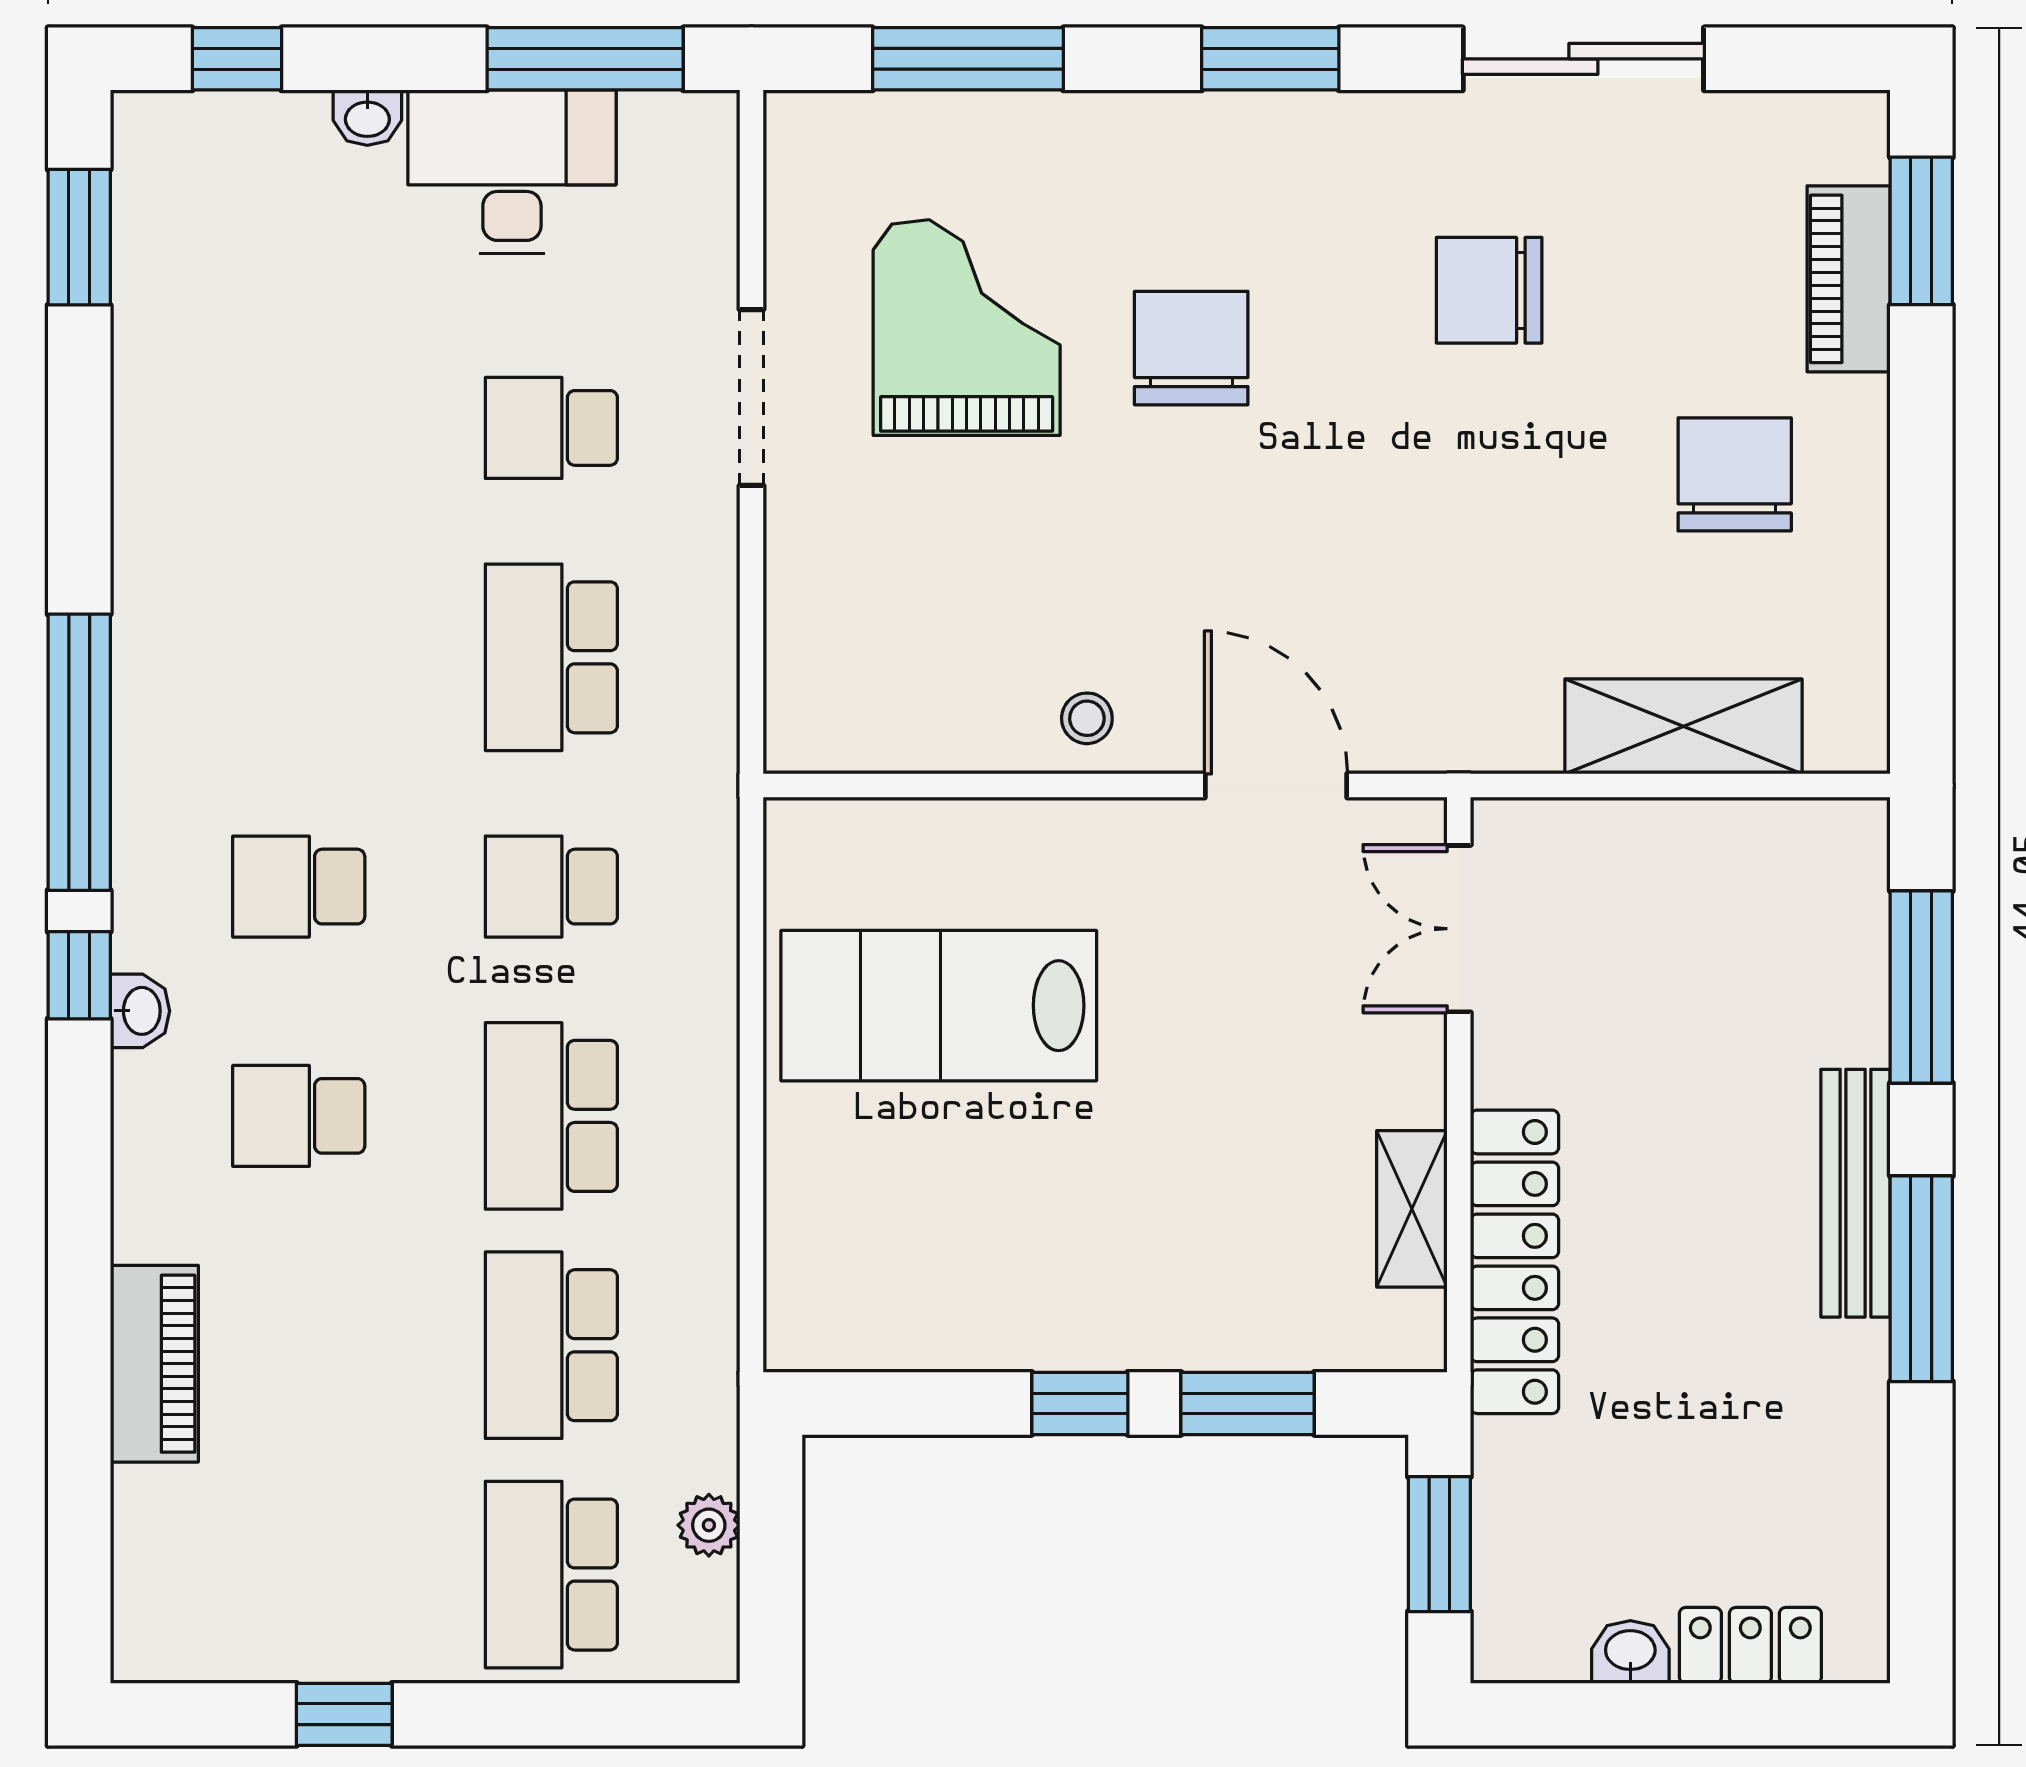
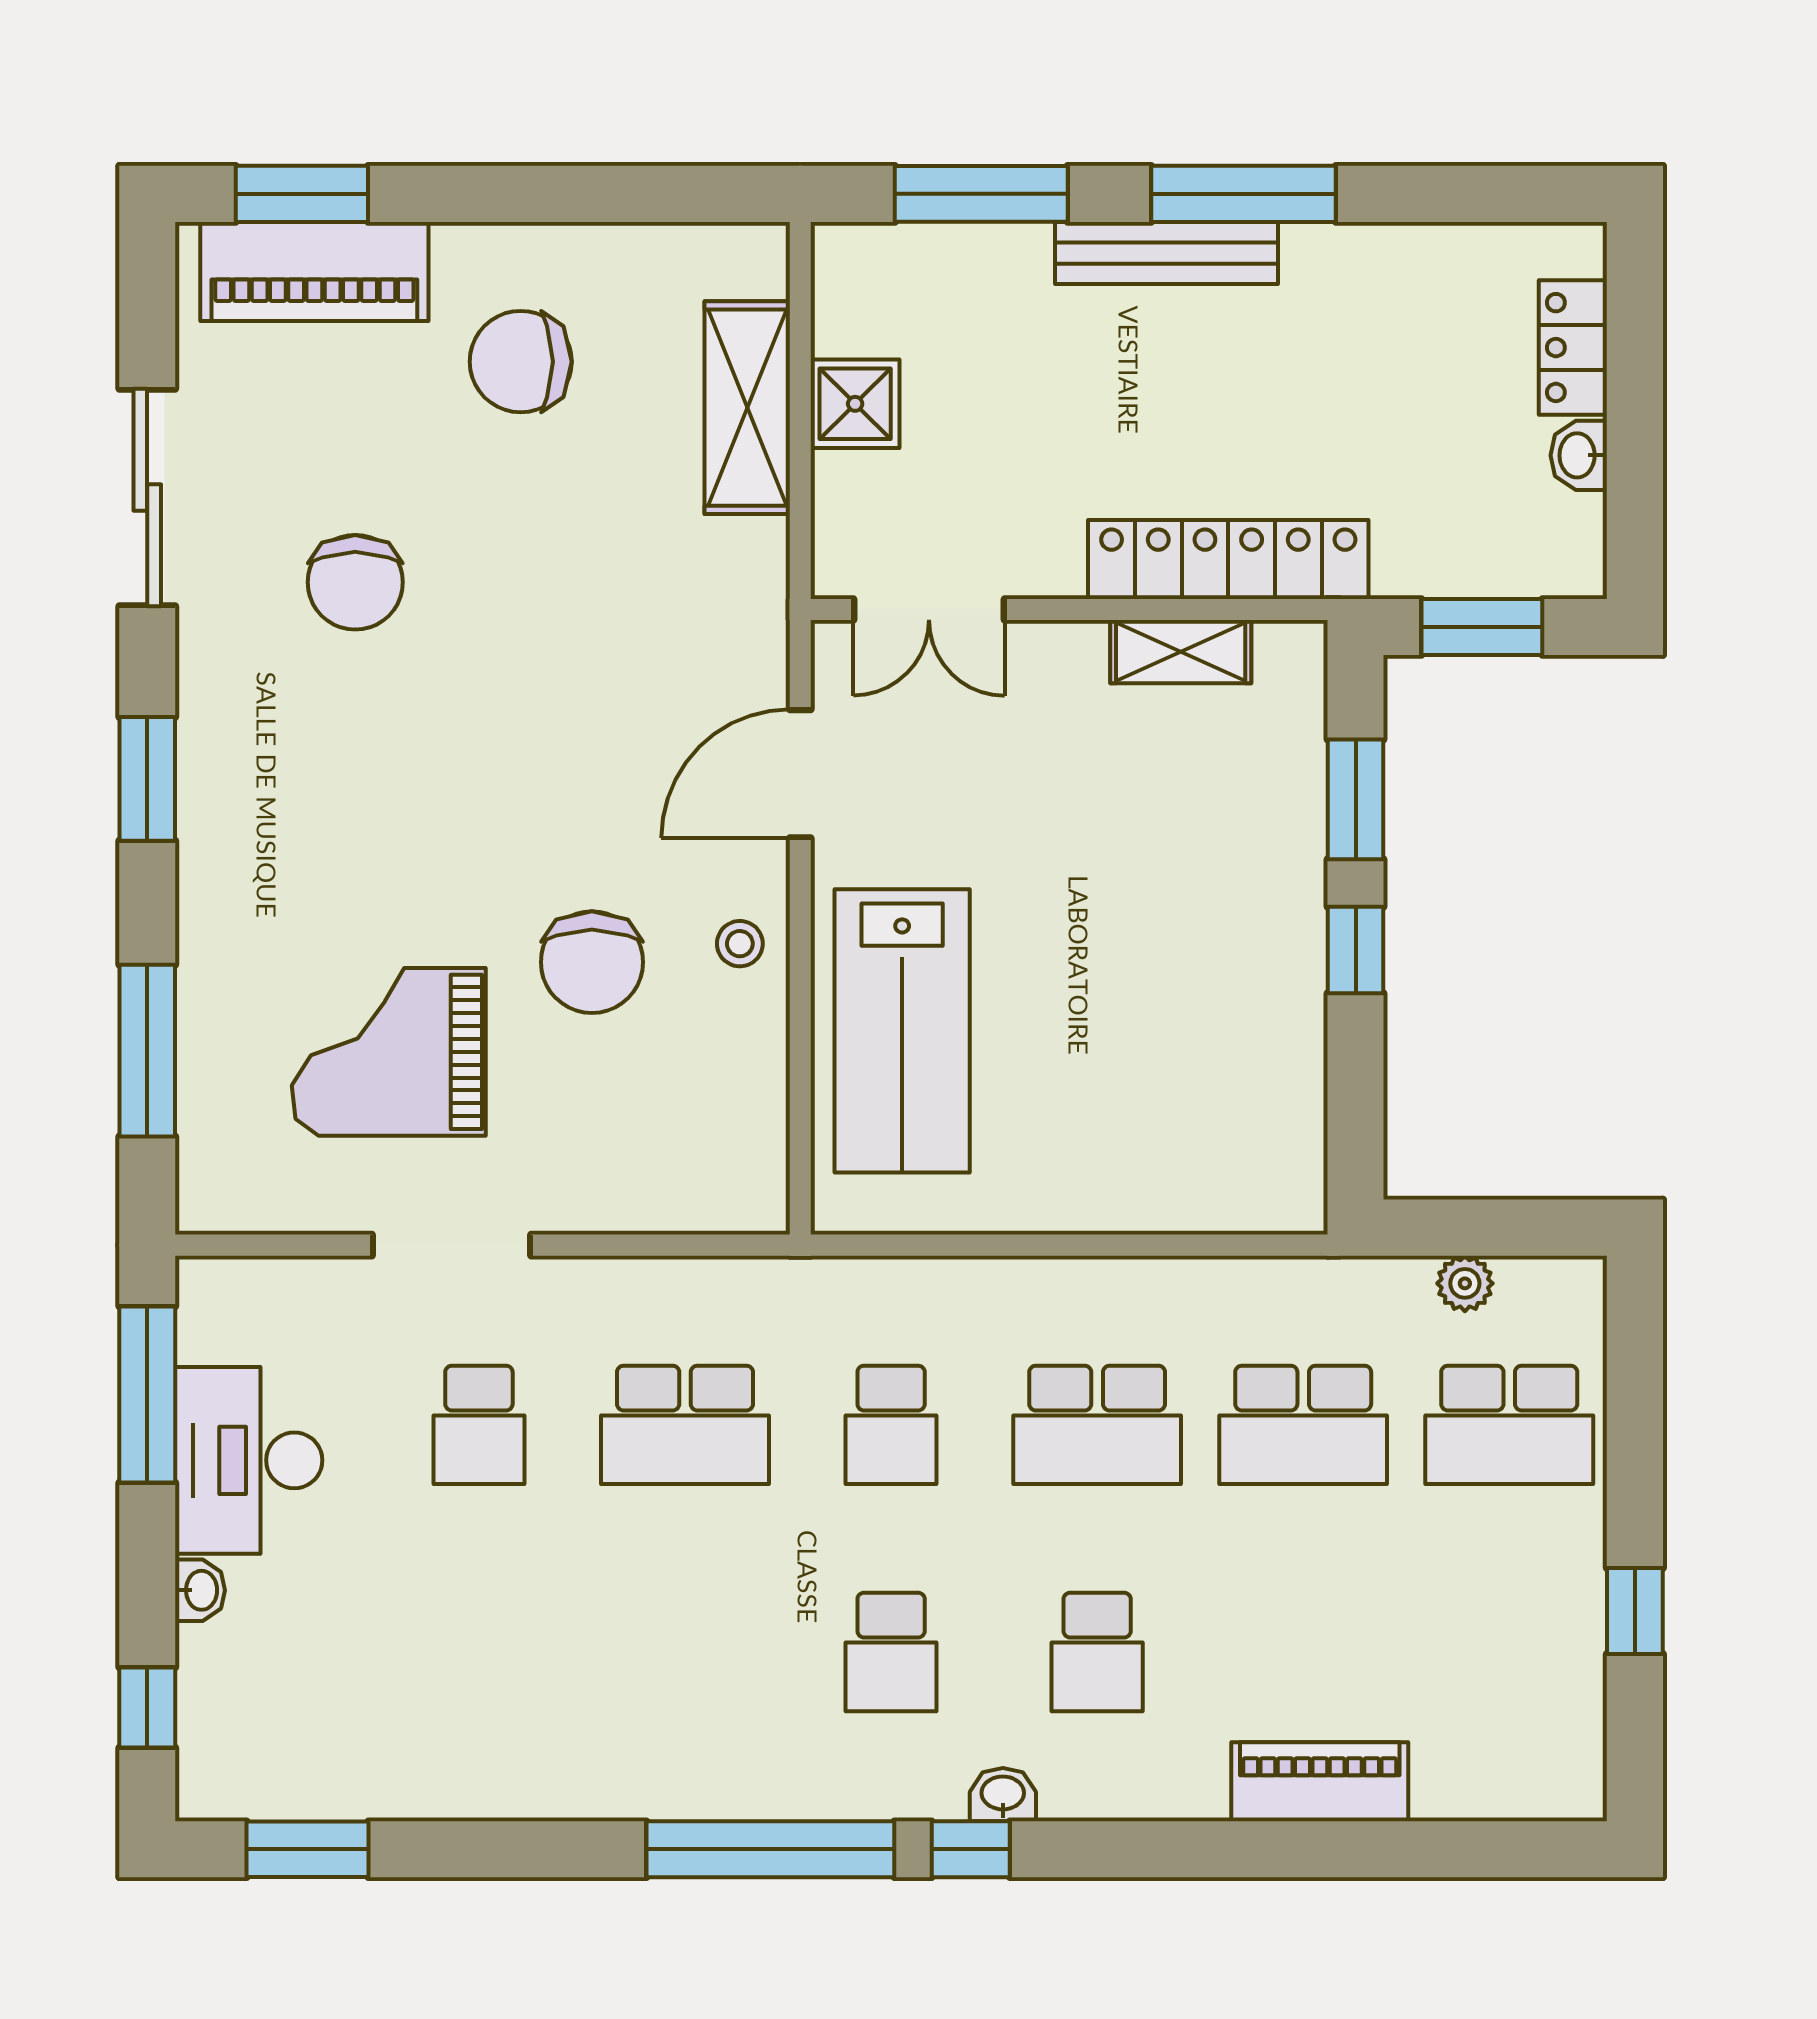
piano: (1849, 279) -> (314, 271), width x1.37, depth x1.33
chair: (1191, 348) -> (592, 962), moved, turned -90
shower: (1688, 847) -> (855, 404), added
lab bench: (939, 1006) -> (902, 1031), moved

